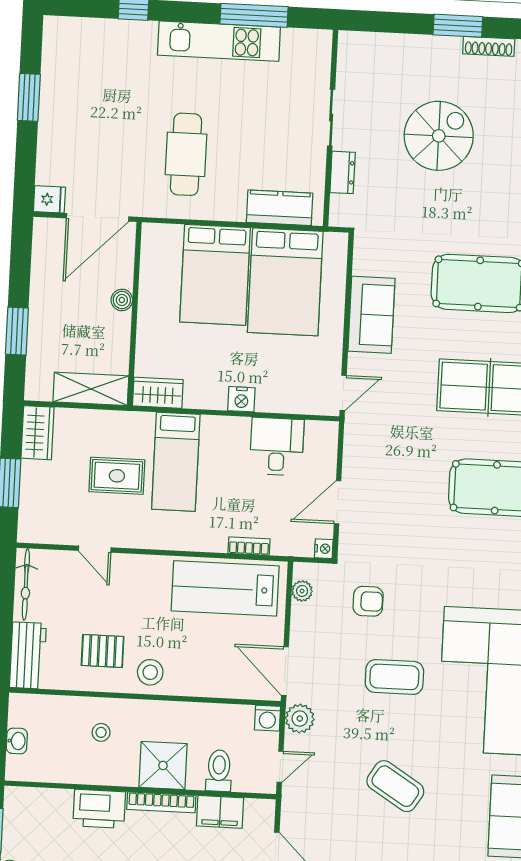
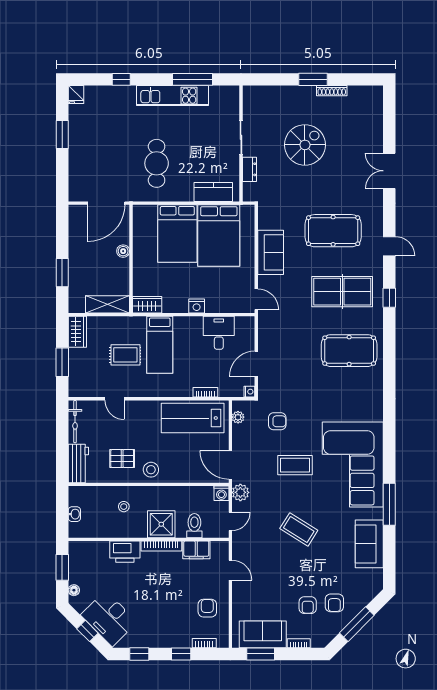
fridge: (49, 199) -> (76, 95), moved, turned 90
door: (343, 393) -> (256, 299), hinge flipped

